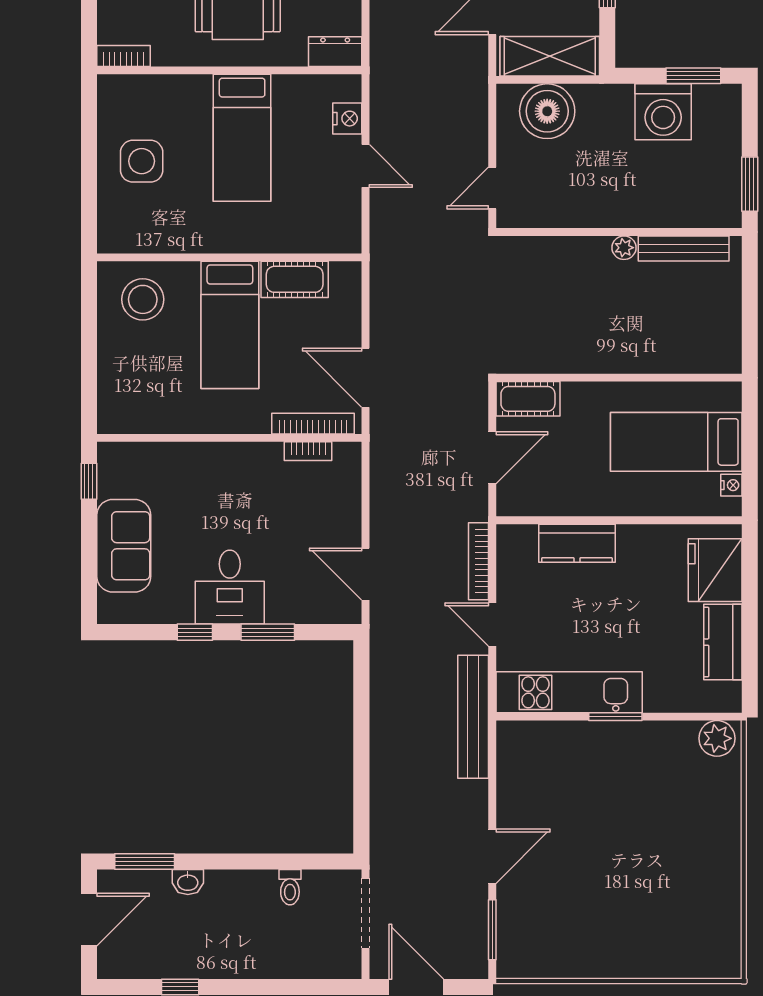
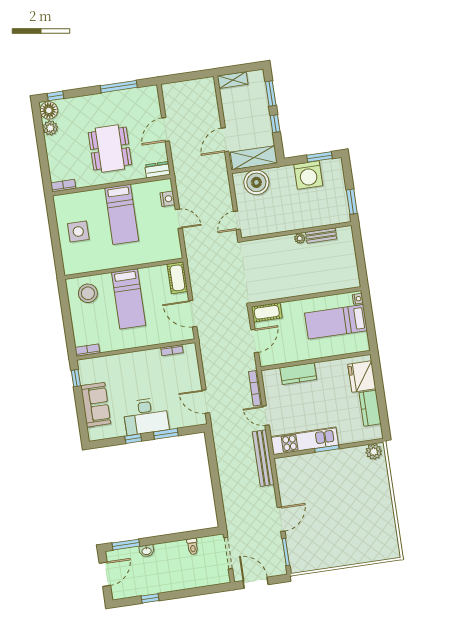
bench: (684, 248) -> (321, 236), width x0.73
cot: (295, 279) -> (177, 278), moved, turned 90
bookcase: (313, 424) -> (87, 350), moved, width x0.64
nightstand: (731, 485) -> (358, 299), moved
desk: (230, 587) -> (146, 416), width x1.37

